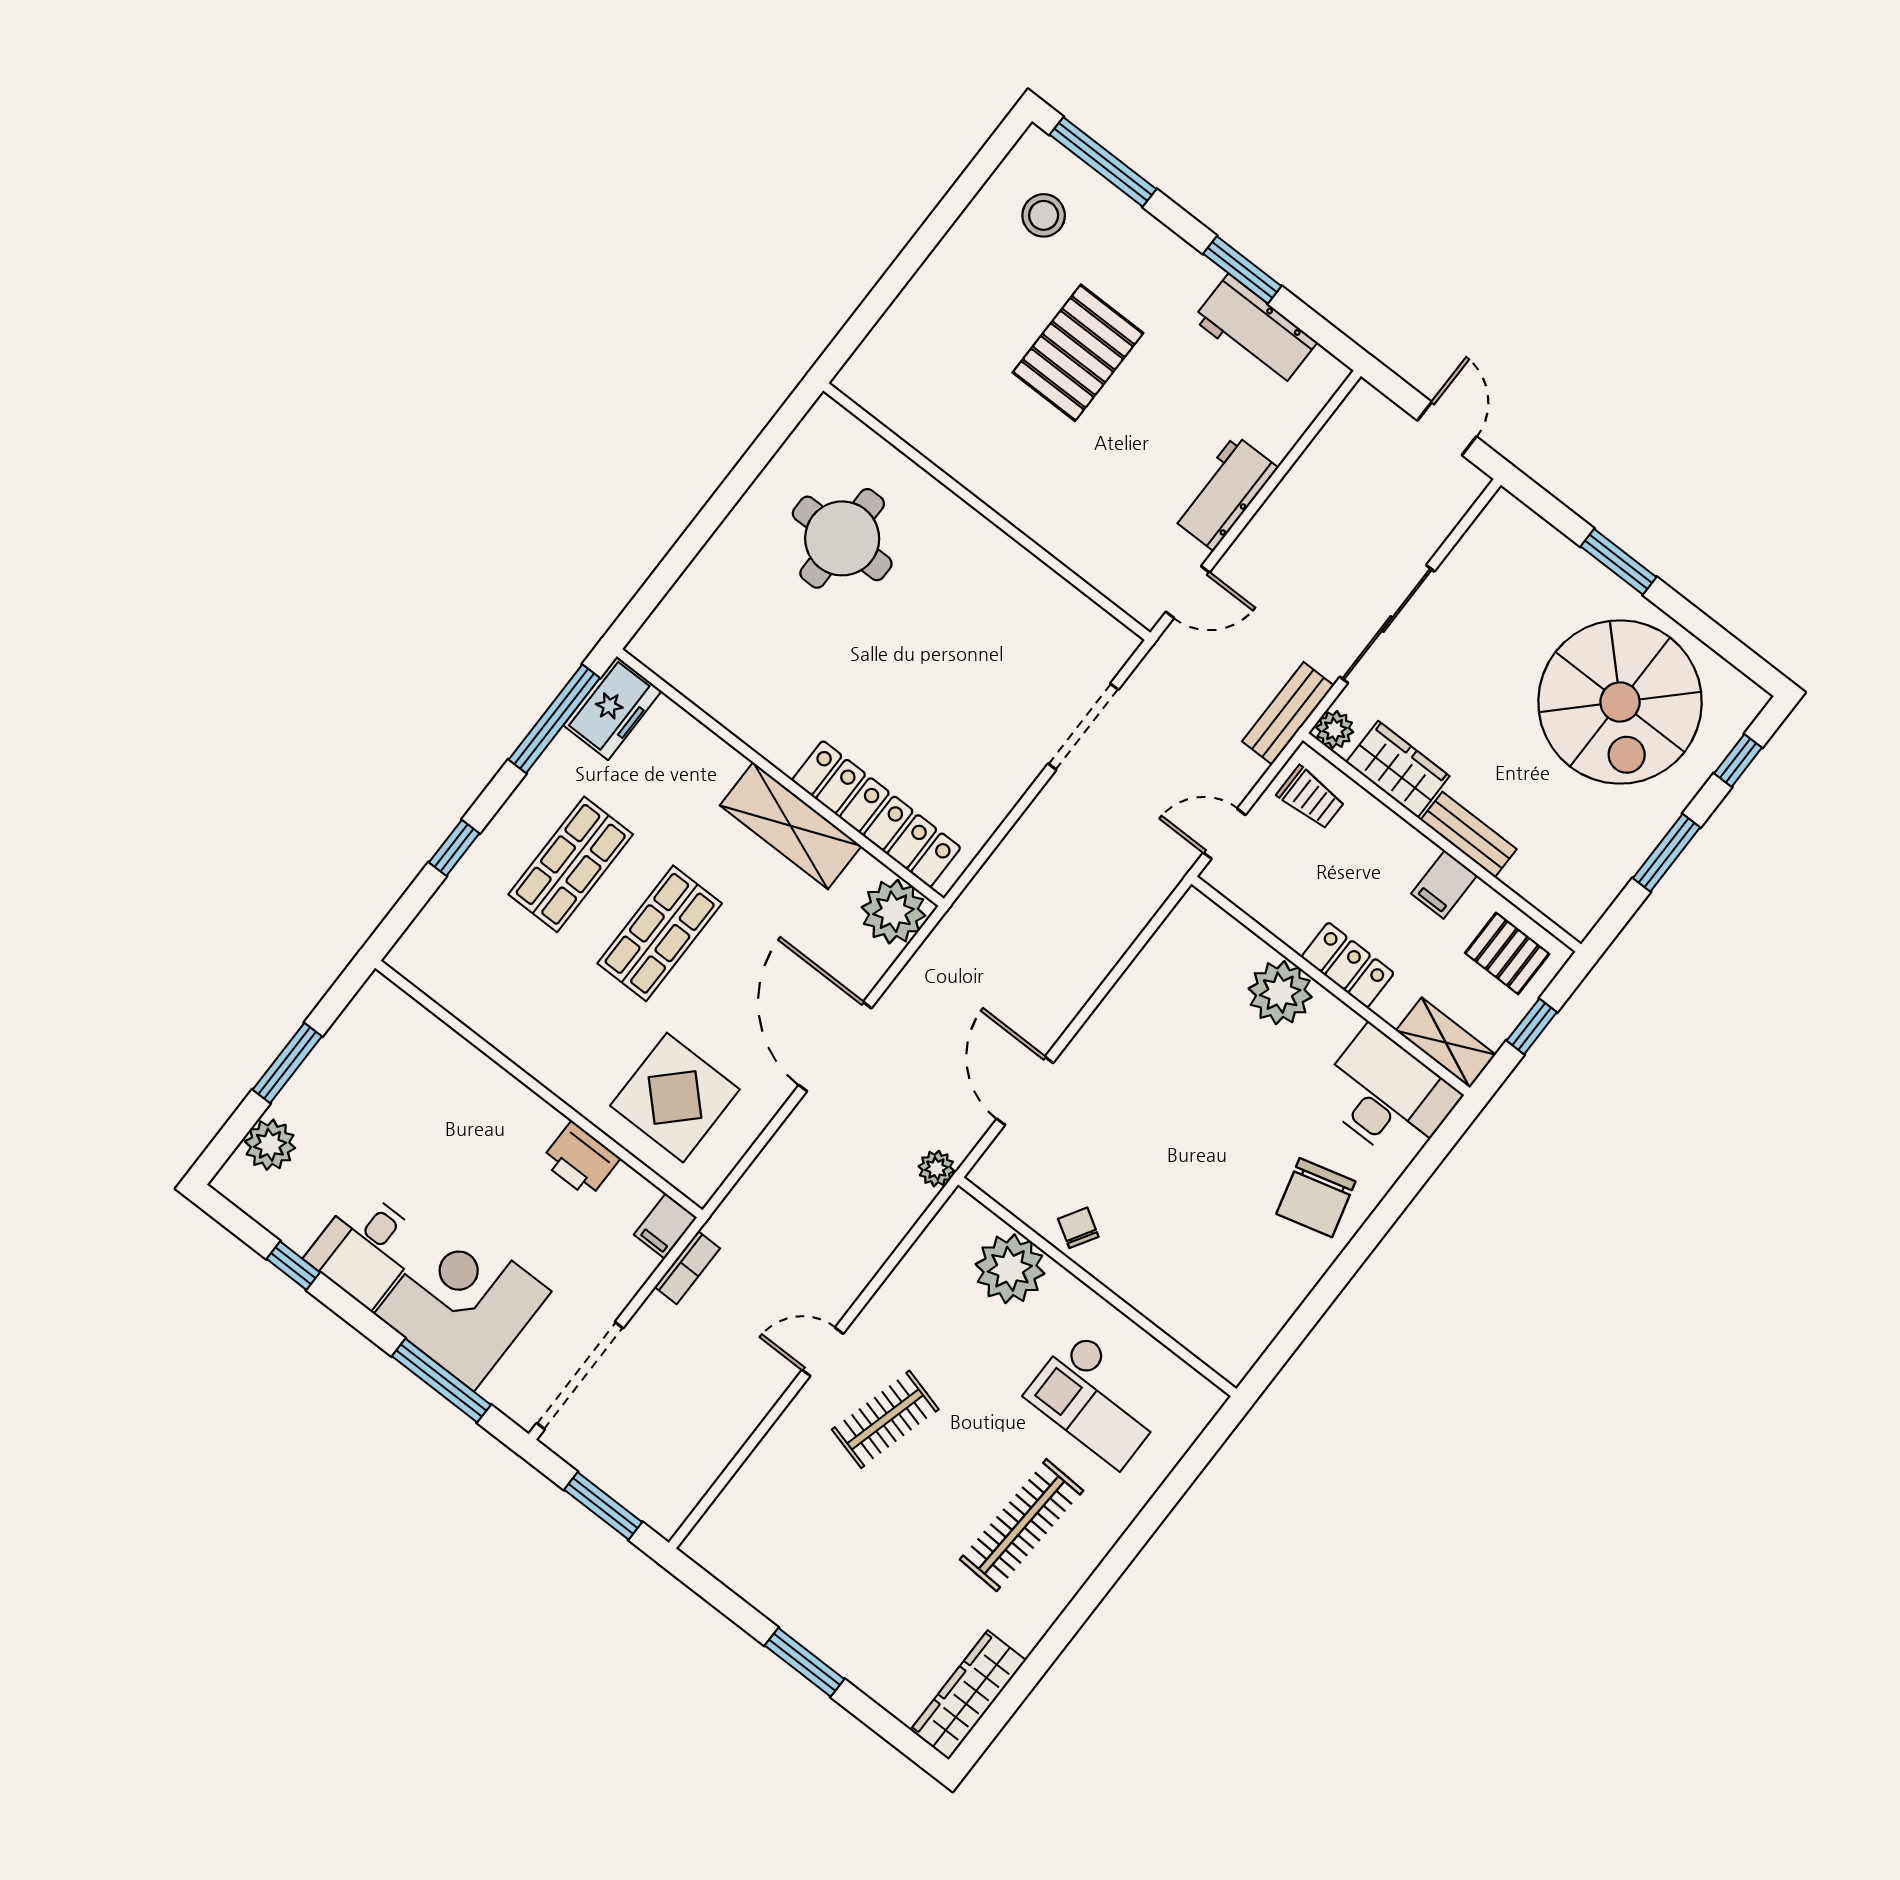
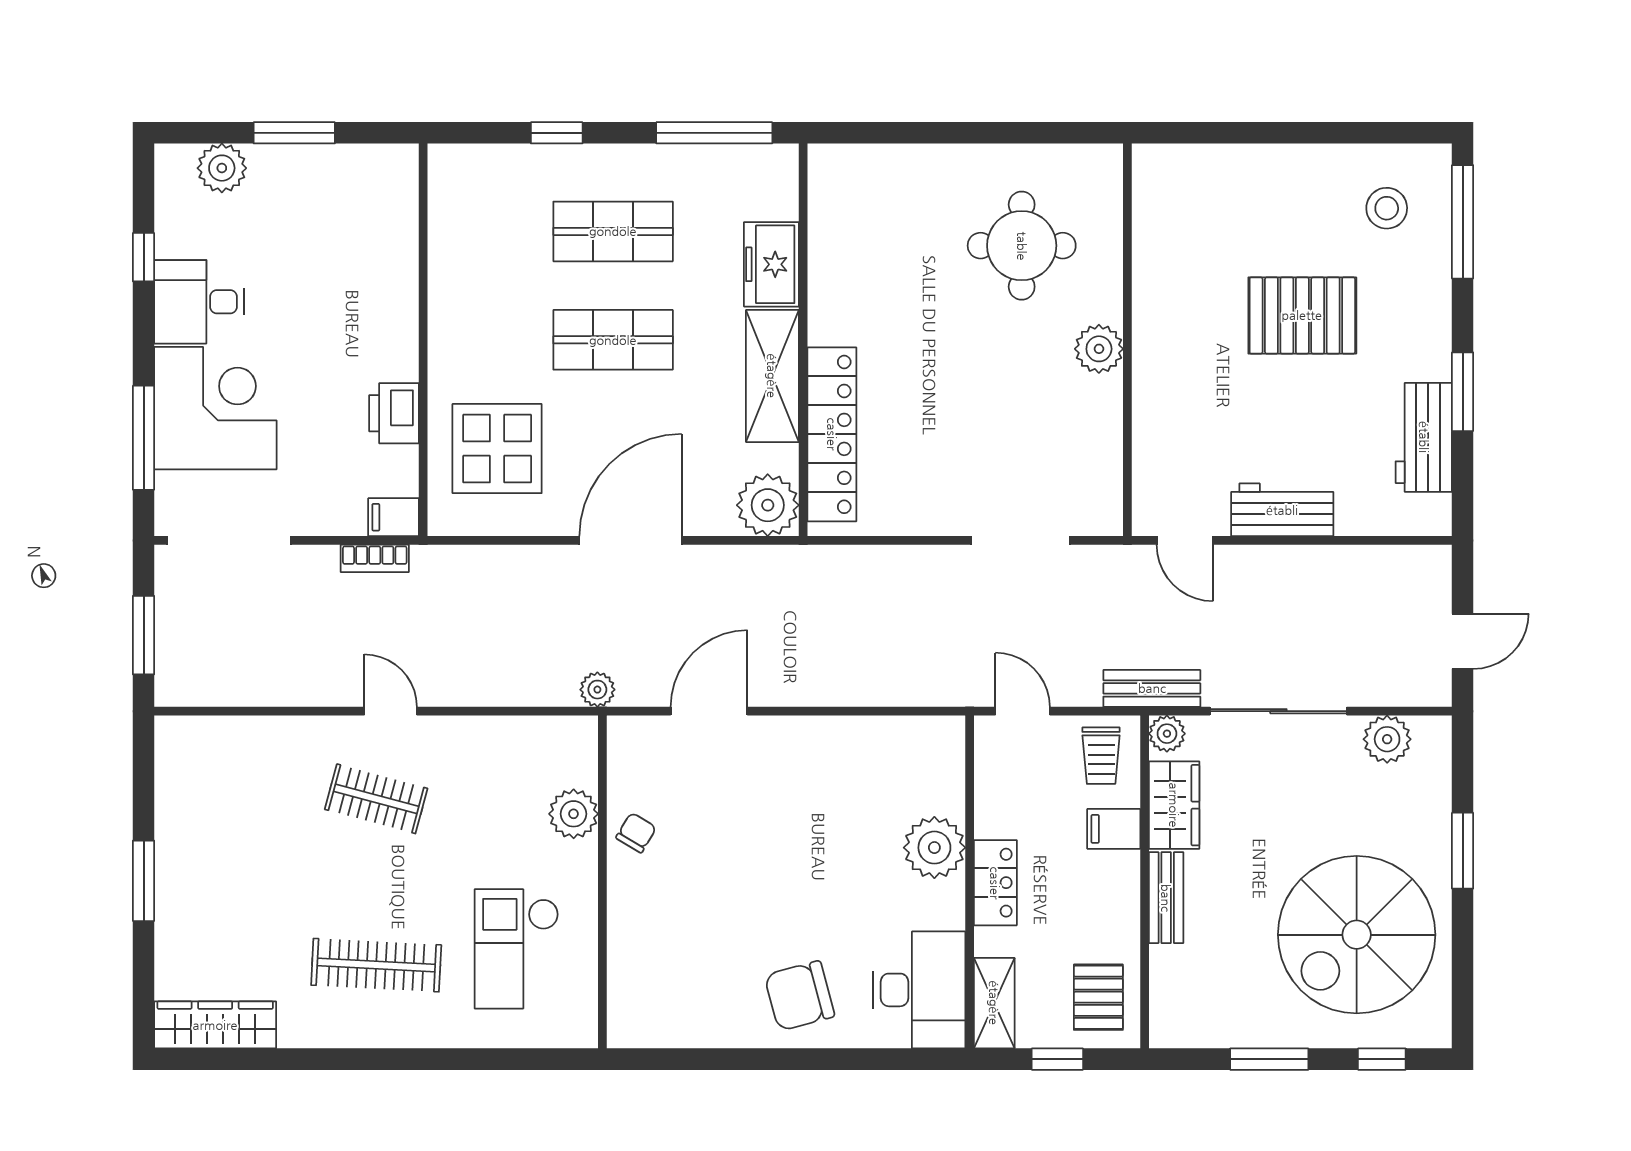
plant: (976, 541) -> (1099, 349), added
plant: (1479, 553) -> (1387, 739), added
freezer: (612, 708) -> (771, 264), moved, turned 90
filing cabinet: (1444, 885) -> (1114, 829), moved
plant: (1010, 1269) -> (574, 814), width x0.73, depth x0.73

